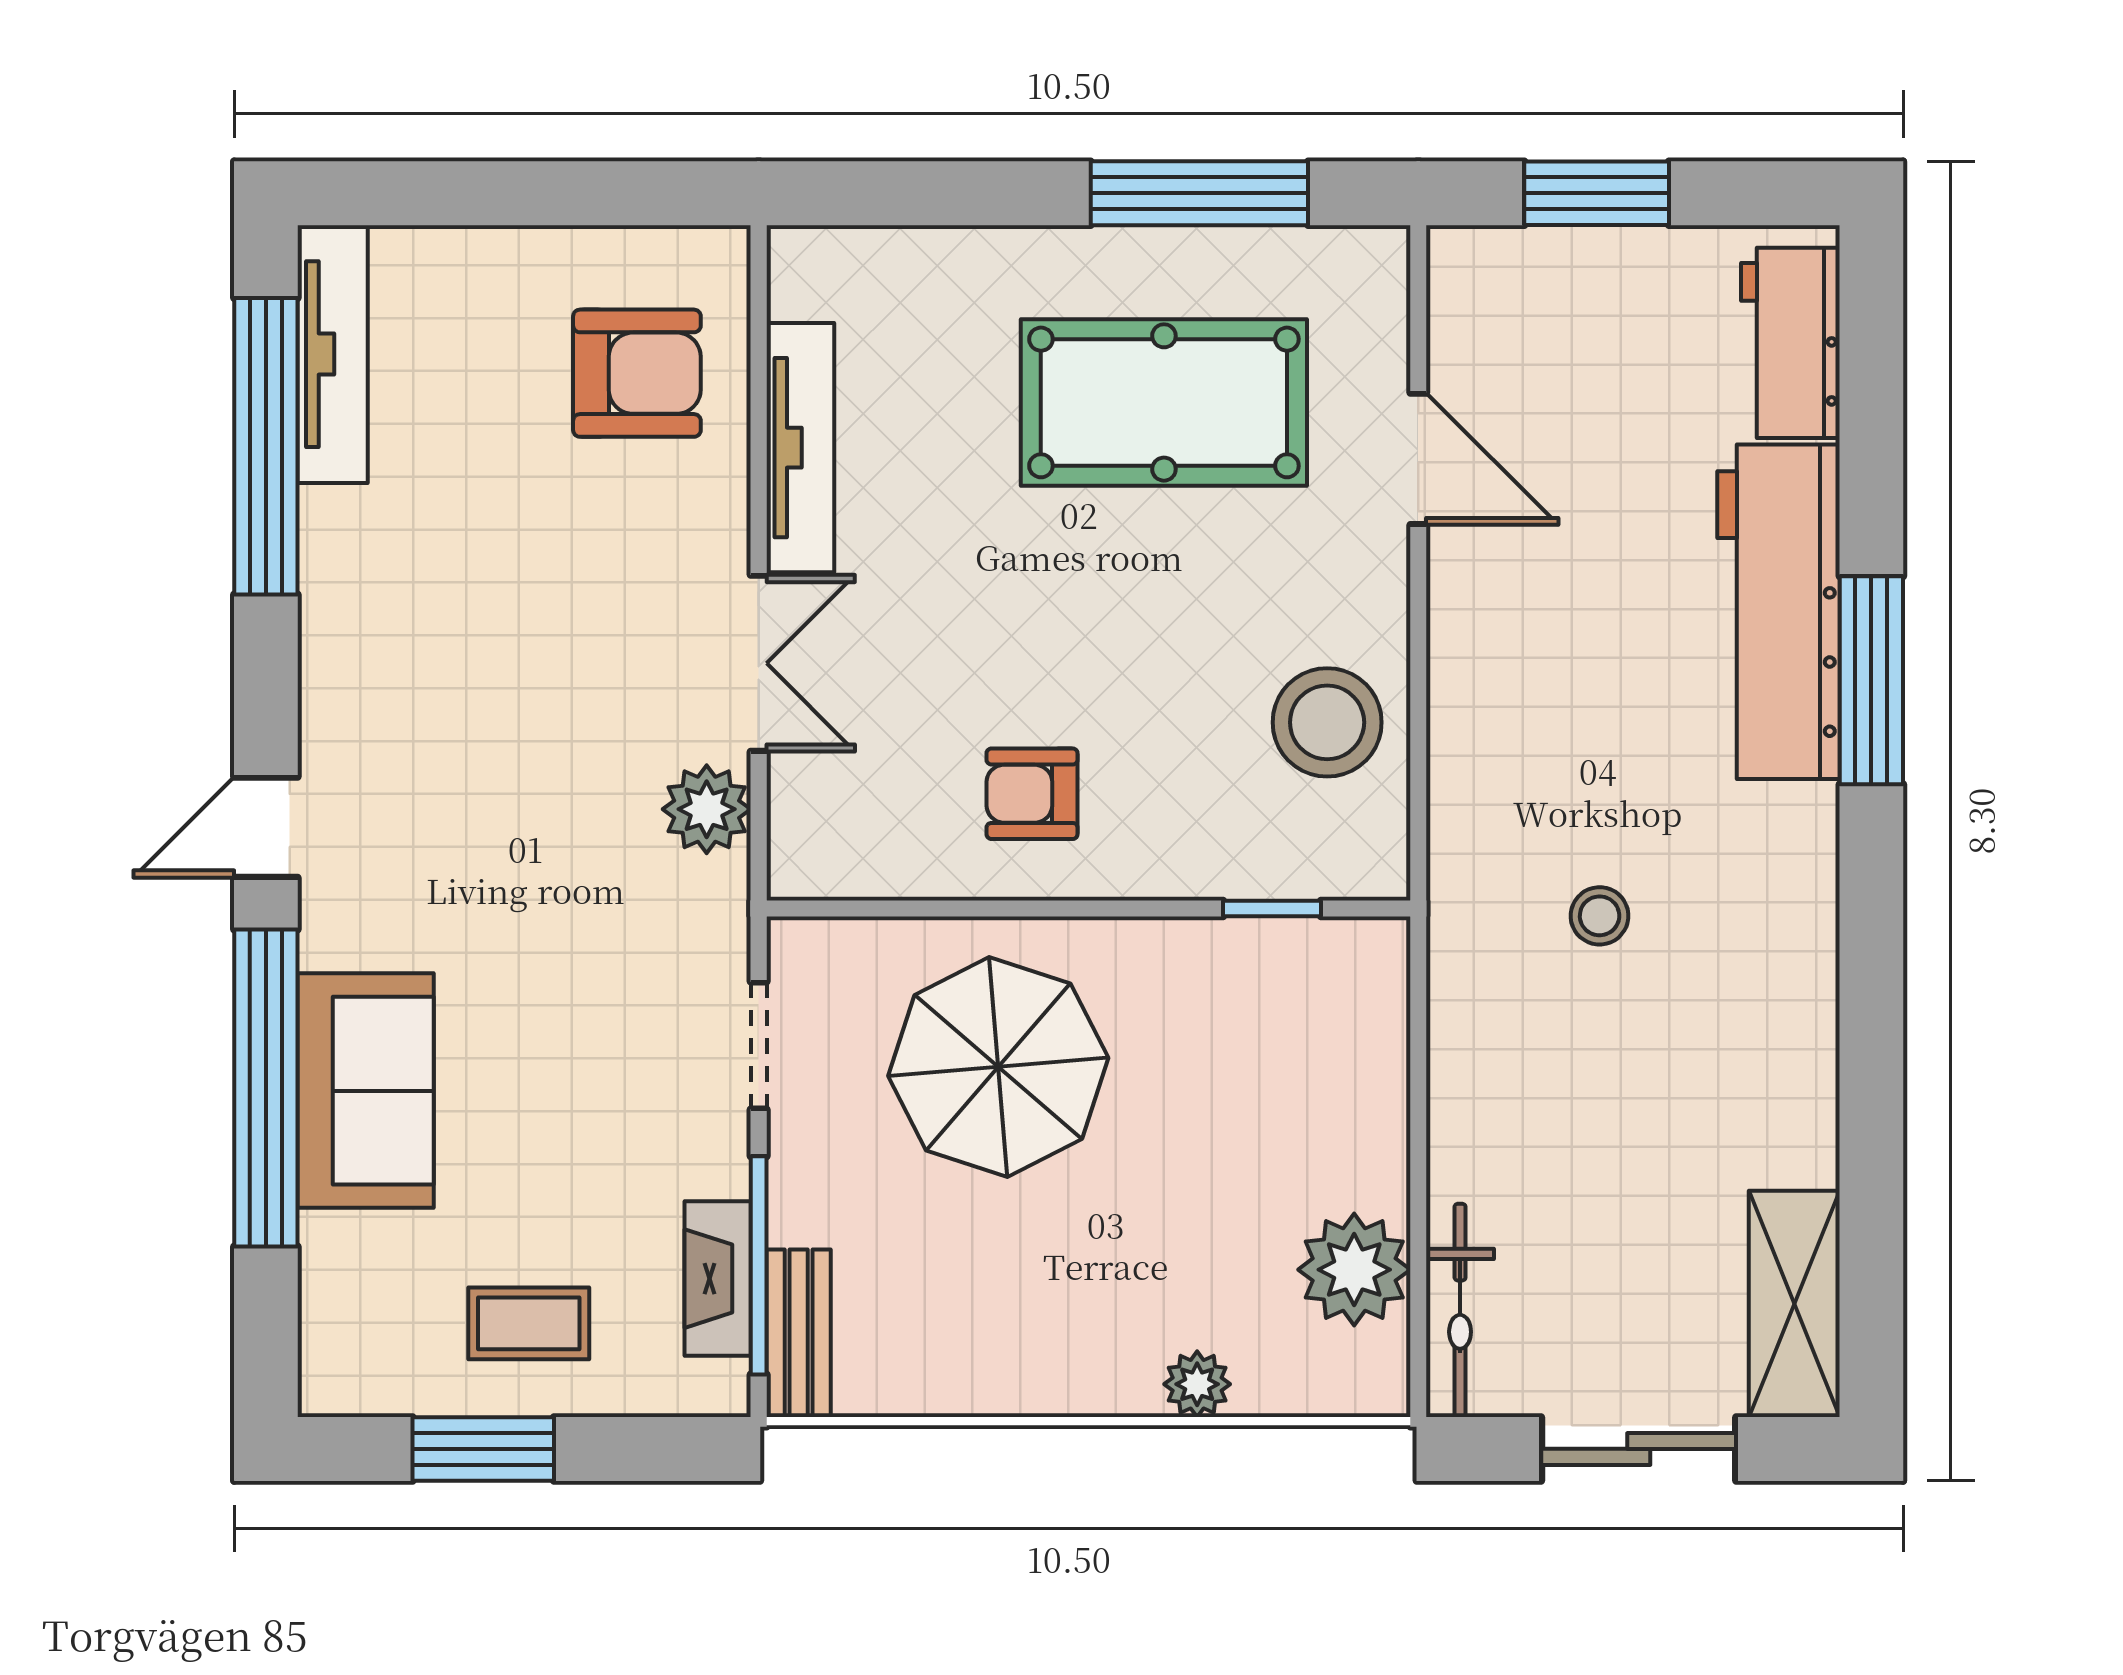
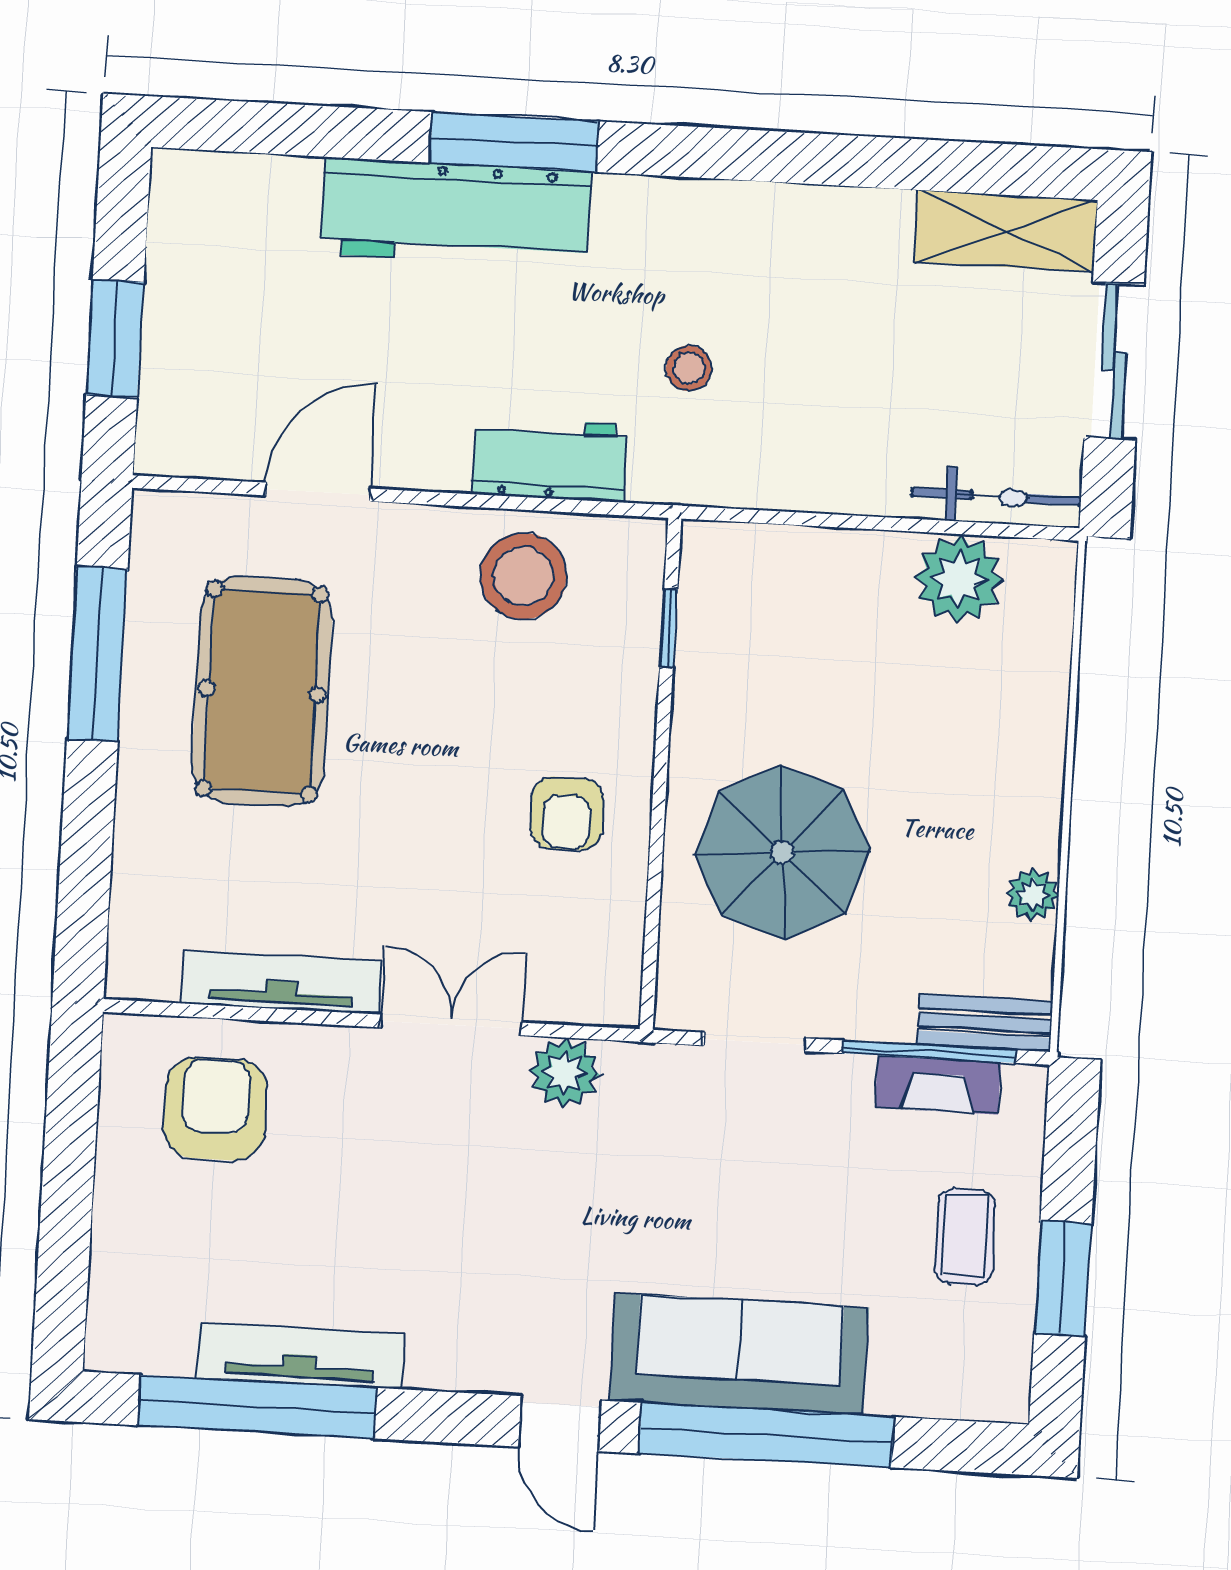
workbench: (1790, 343) -> (550, 459), moved, turned 180
tv unit: (333, 354) -> (300, 1356), moved
sofa: (366, 1091) -> (739, 1354), width x1.36
plant: (1197, 1384) -> (1033, 895), moved

